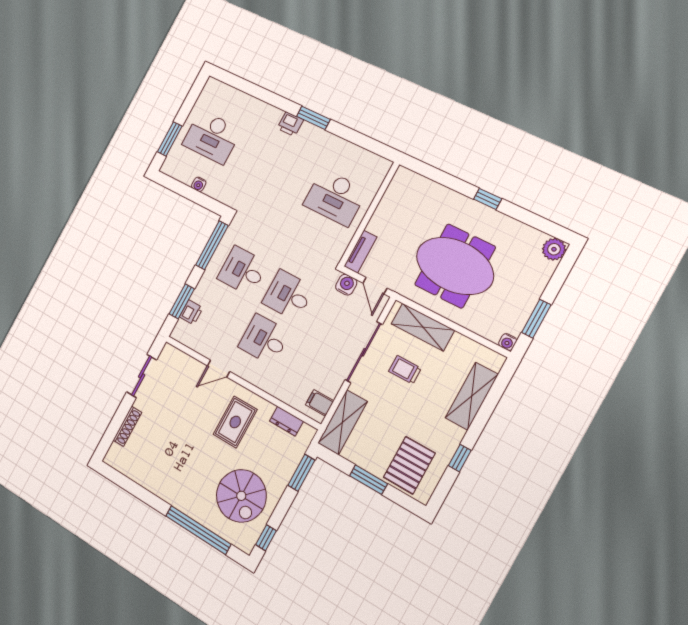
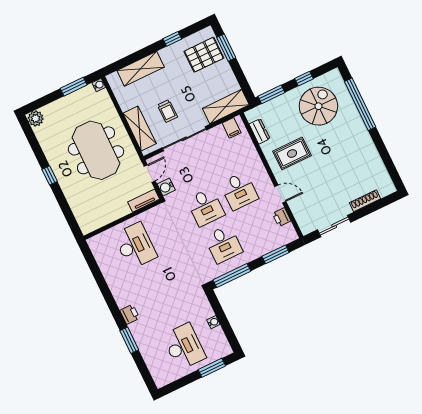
window: (313, 118) -> (129, 340), moved
printer: (191, 312) -> (282, 217), moved, turned -90
window: (368, 480) -> (226, 48), moved
window: (266, 538) -> (304, 79), moved

